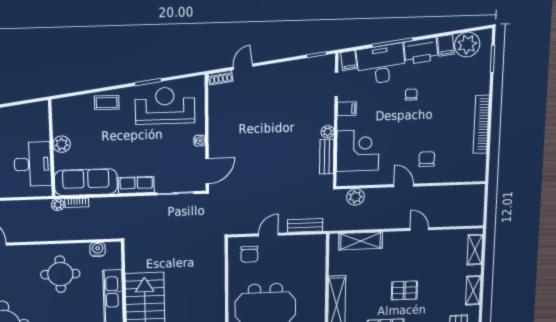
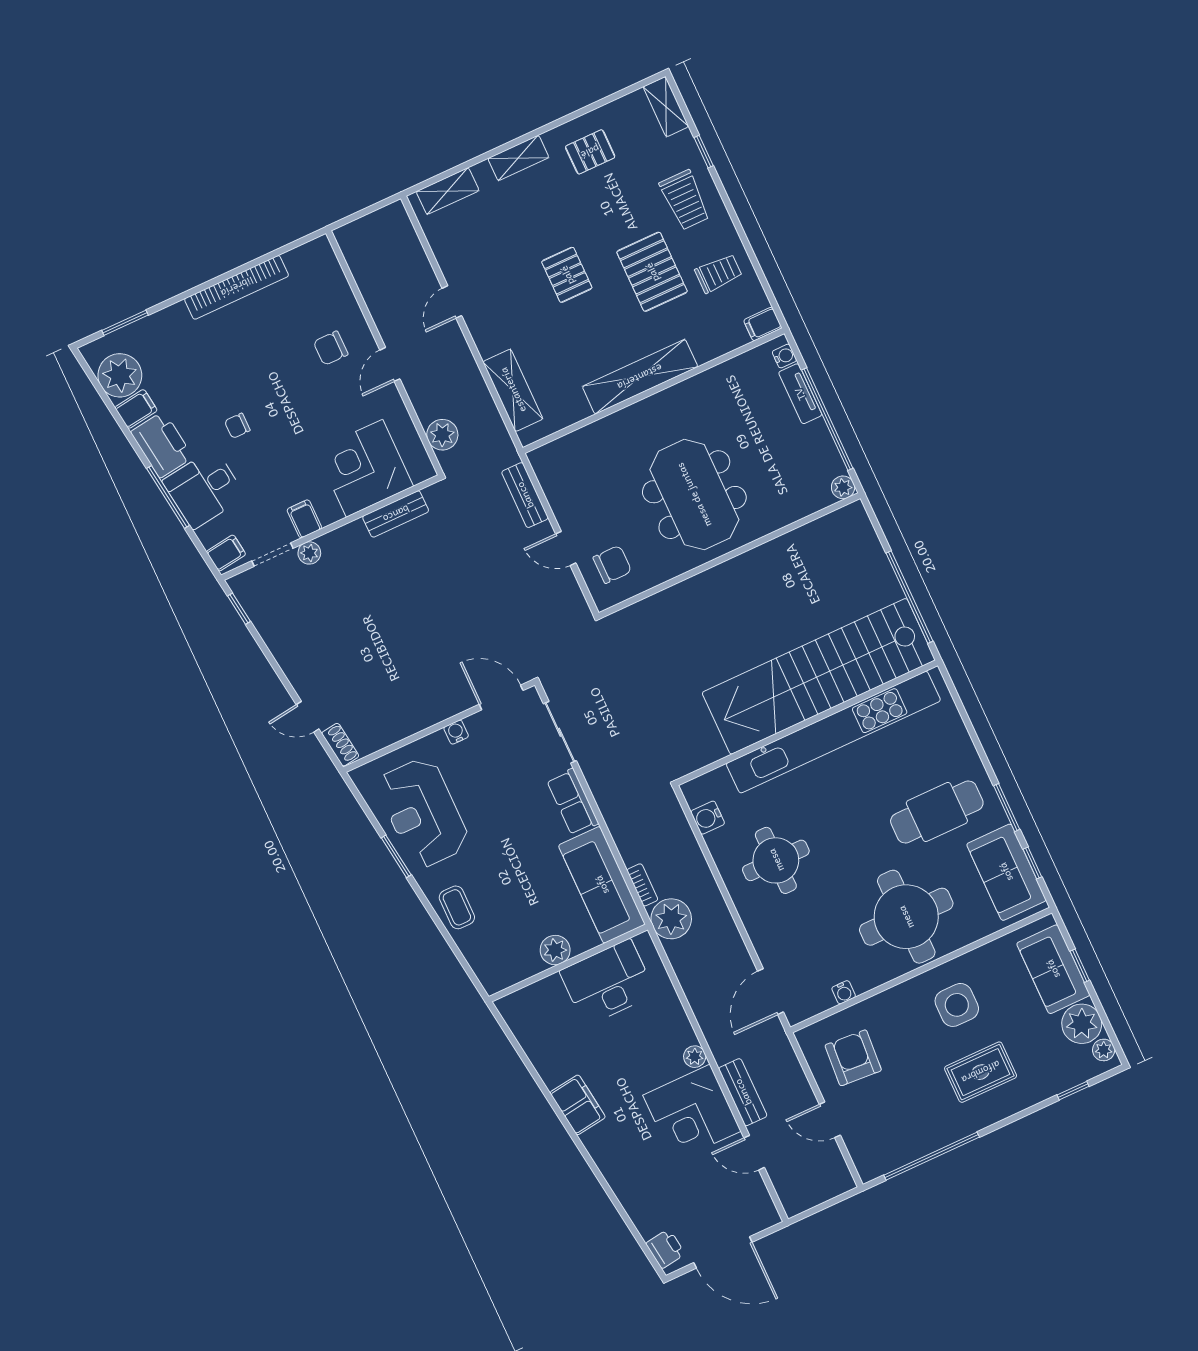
desk: (381, 64) -> (204, 489), width x0.73
plant: (328, 132) -> (309, 553), moved
plant: (58, 205) -> (671, 919), width x1.88, depth x1.88

